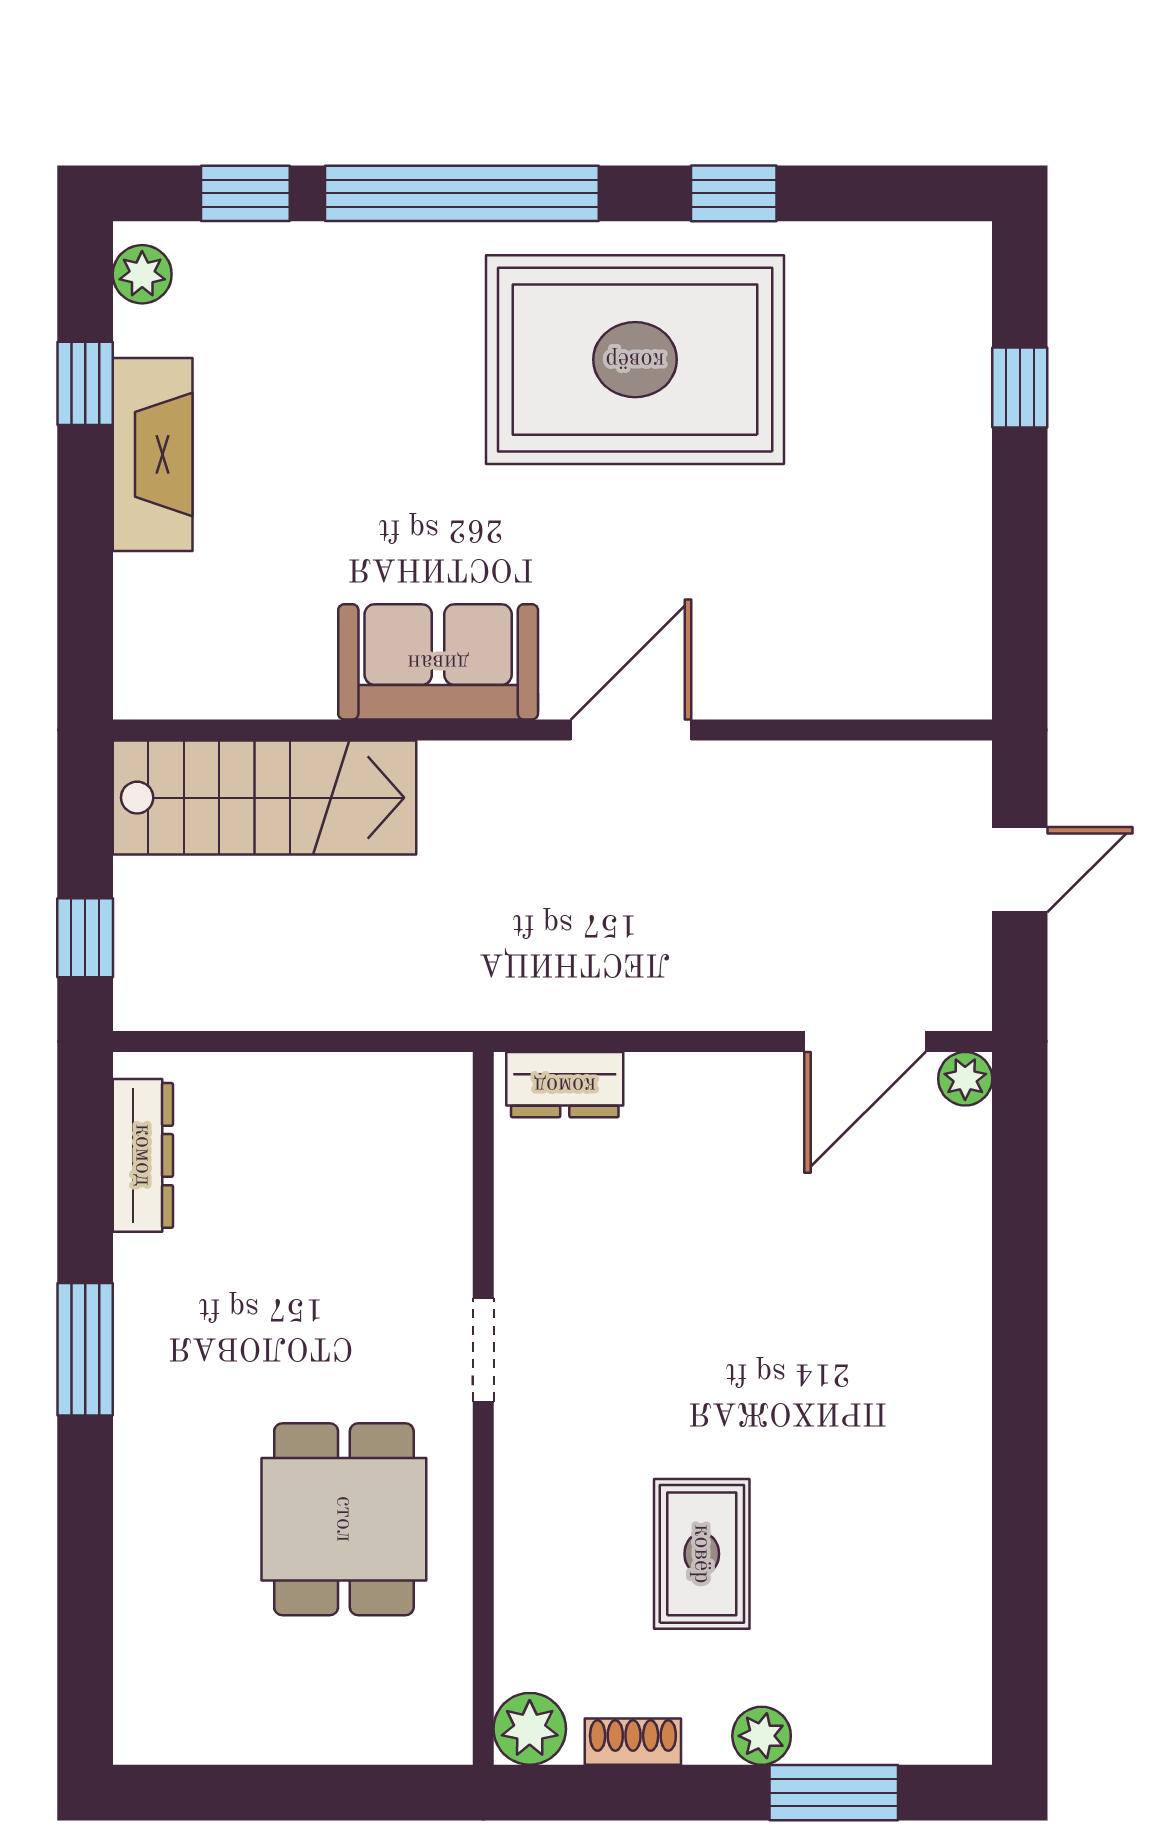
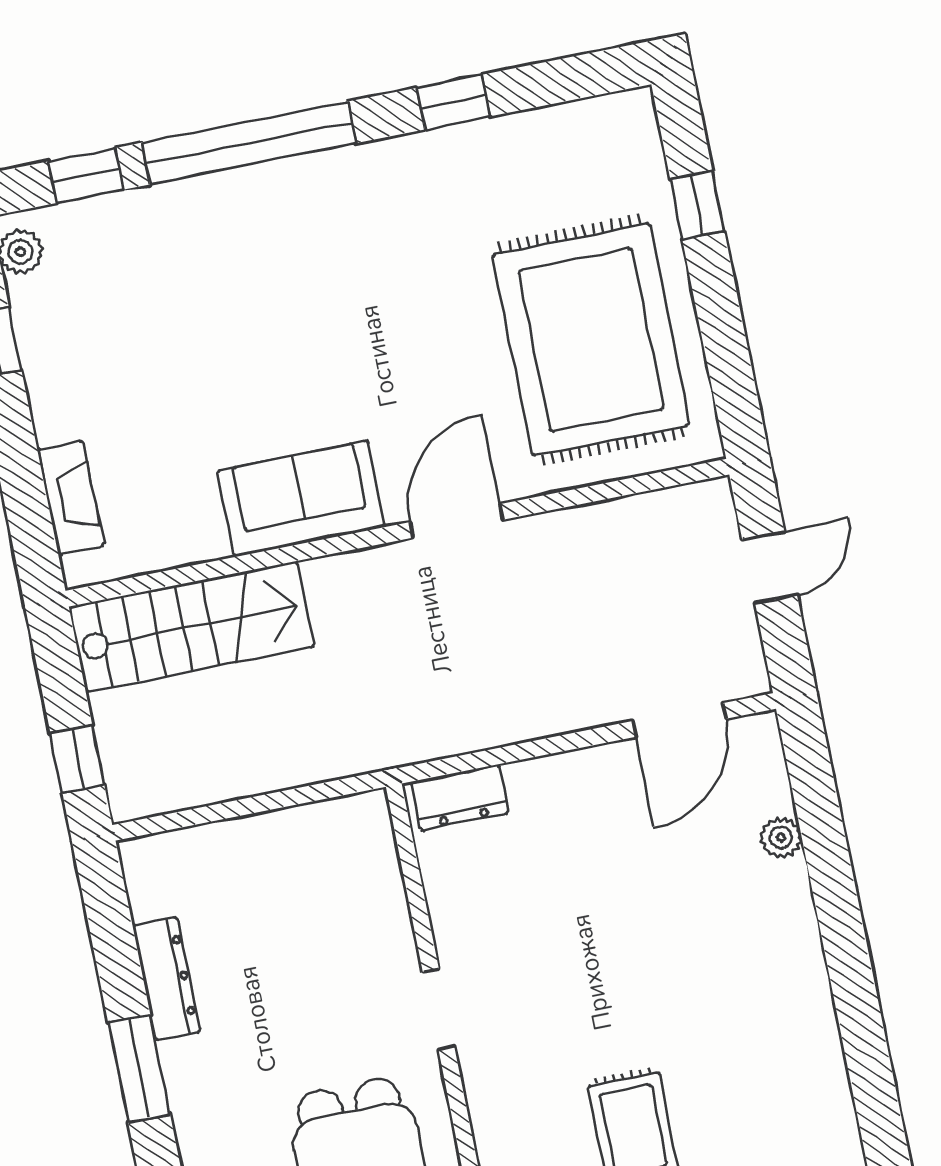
rug: (635, 360) -> (591, 340), moved, turned 90
fireplace: (153, 454) -> (70, 498), moved, width x0.73, depth x0.76
plant: (965, 1079) -> (781, 838), moved
dresser: (143, 1155) -> (166, 979), moved

